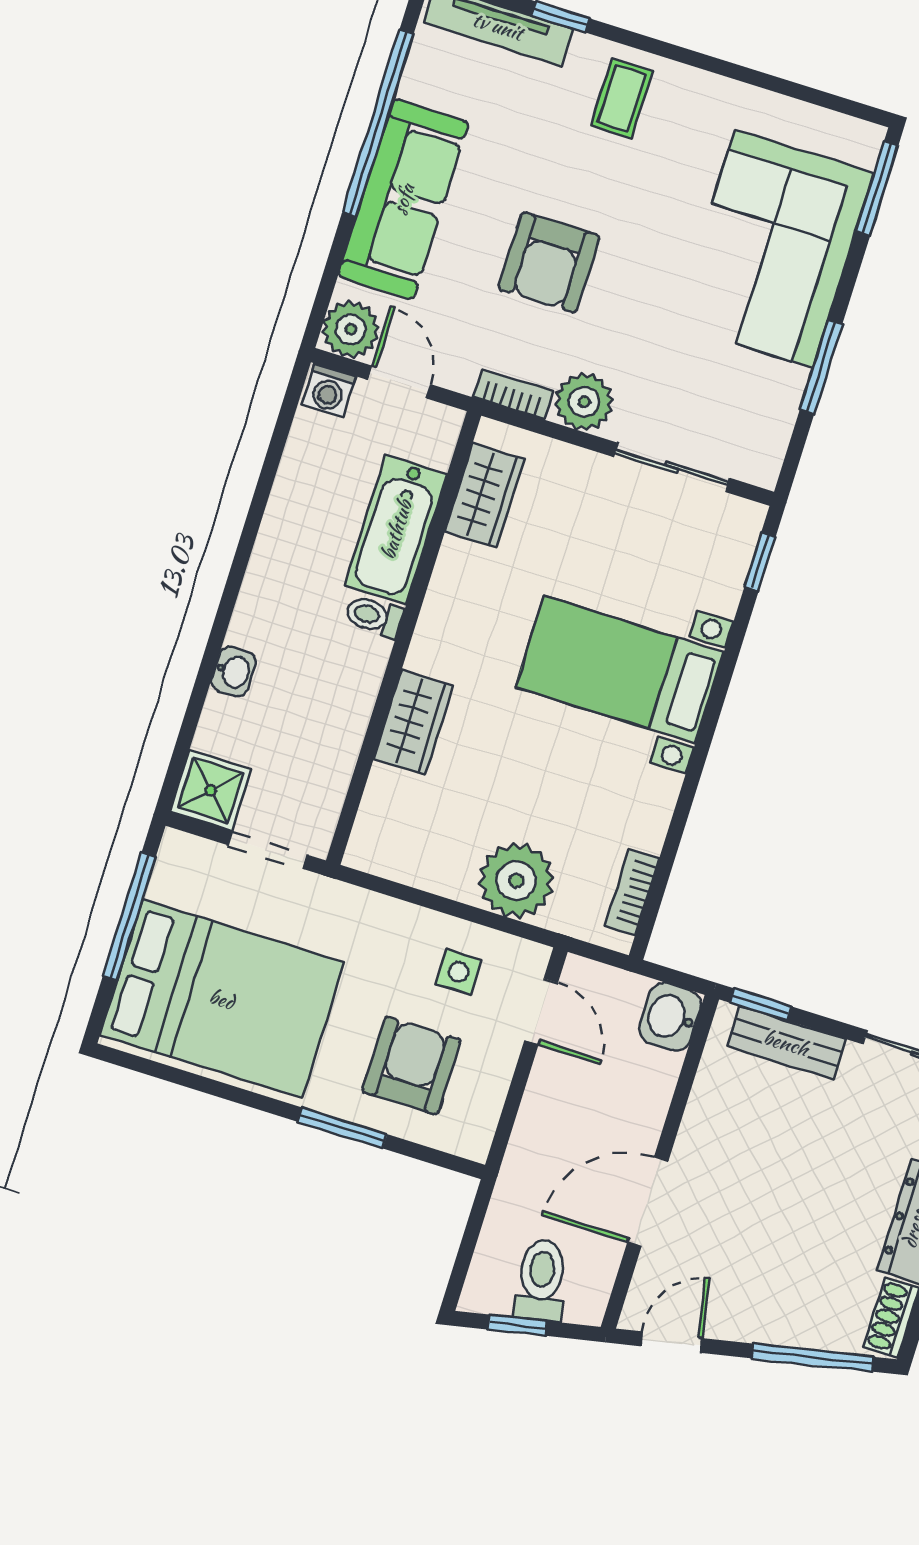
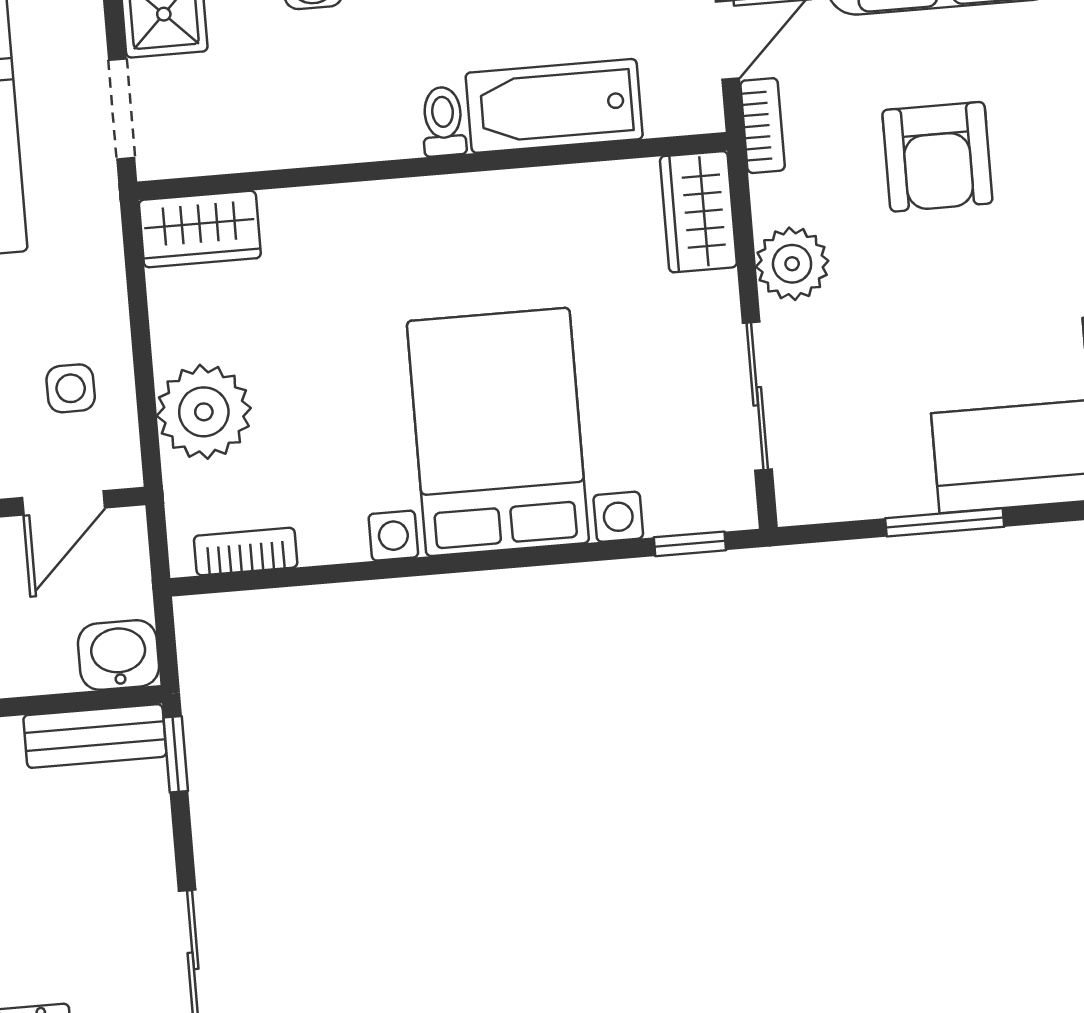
armchair: (549, 262) -> (937, 157), turned -90
bookcase: (513, 394) -> (763, 126), moved
wardrobe: (484, 495) -> (698, 212), moved, turned 90
bed with nightstands: (620, 670) -> (498, 432), width x1.36
wardrobe: (413, 722) -> (200, 229), moved
bench: (786, 1043) -> (95, 736), moved, turned 90

